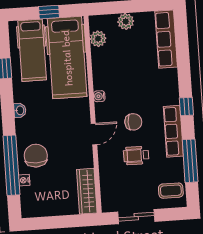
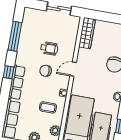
row of seats: (173, 131) -> (17, 83), moved
coffee table: (171, 191) -> (48, 107), moved

